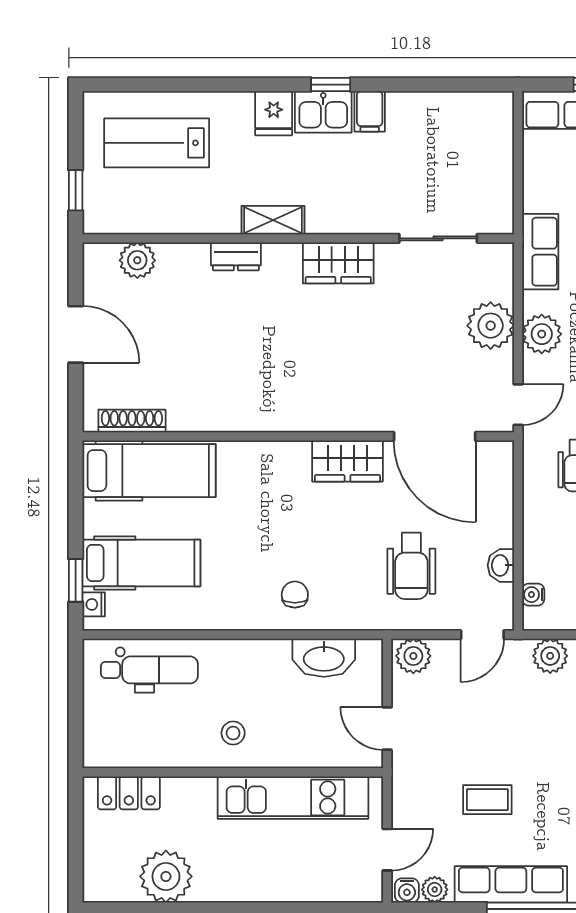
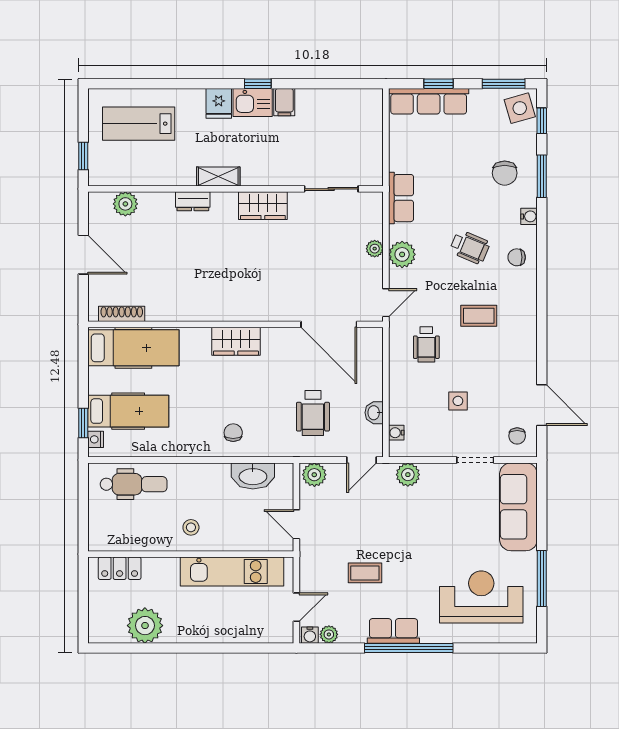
plant: (491, 326) -> (375, 249), width x0.53, depth x0.53
wardrobe: (347, 461) -> (236, 341), moved
row of seats: (511, 884) -> (393, 631), width x0.68

